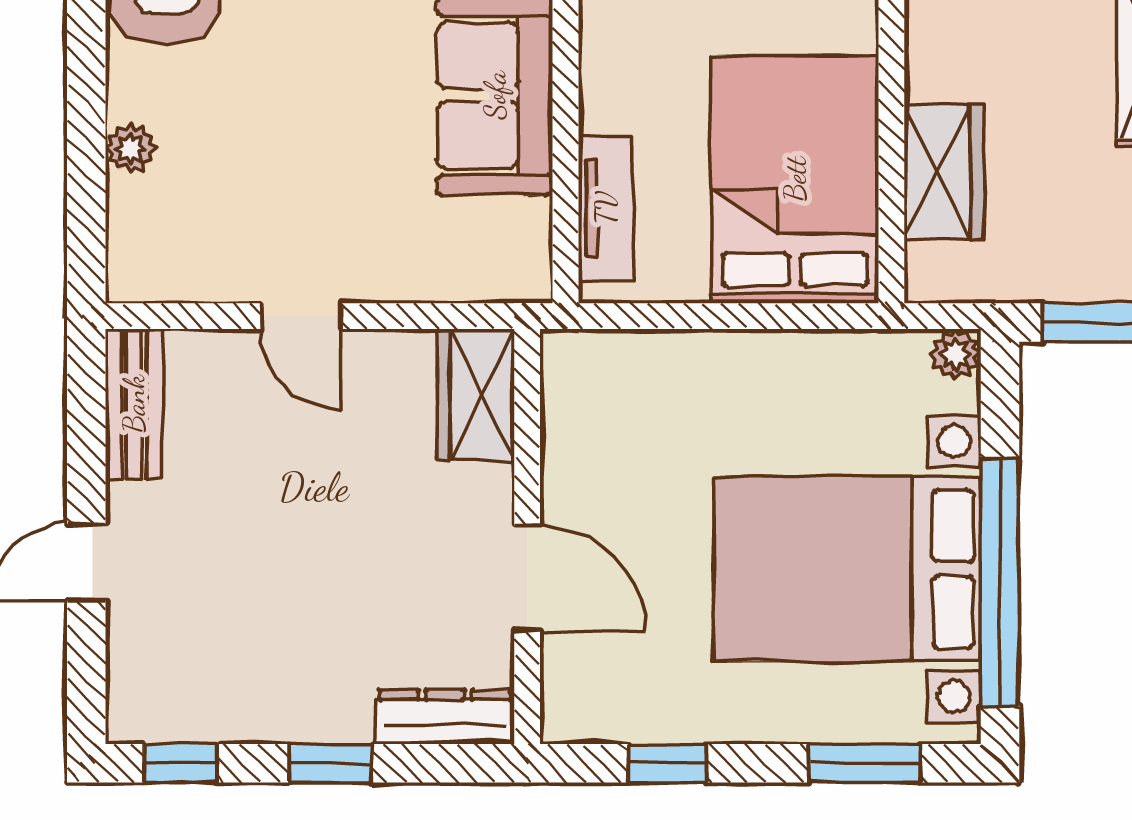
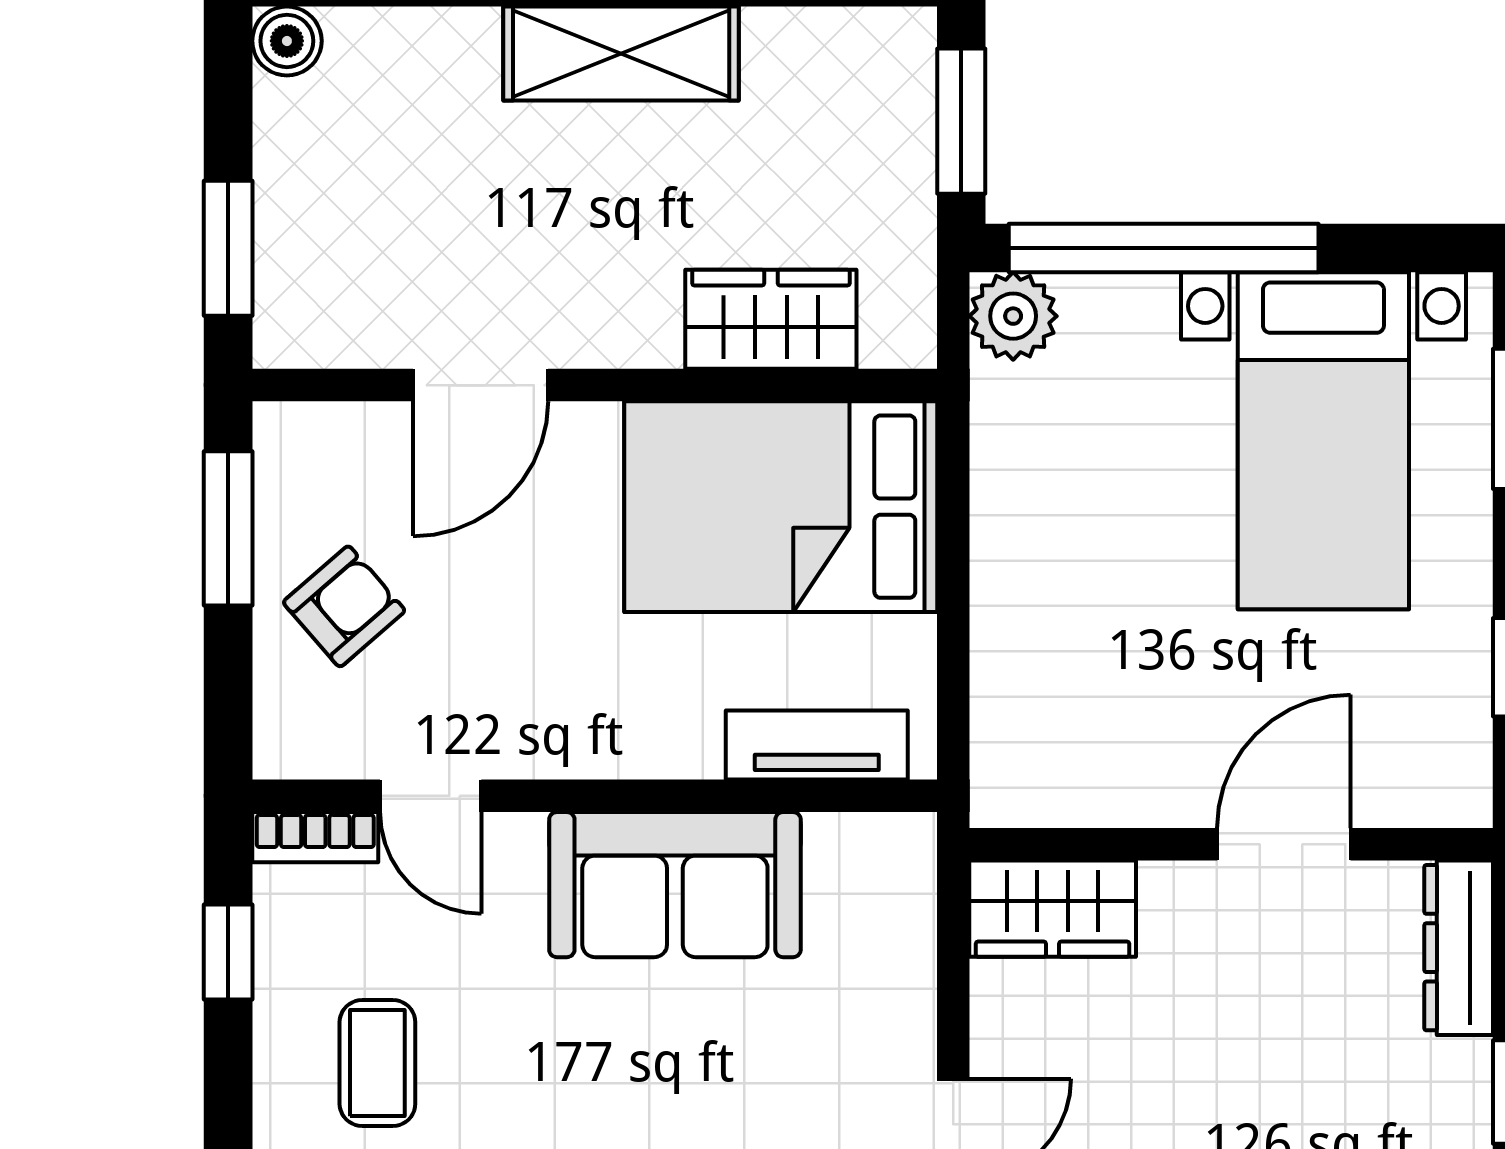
plant: (955, 354) -> (1013, 316), width x1.38, depth x1.38
bed with nightstands: (847, 569) -> (1323, 441), width x0.73
window: (1000, 583) -> (1164, 248), moved

